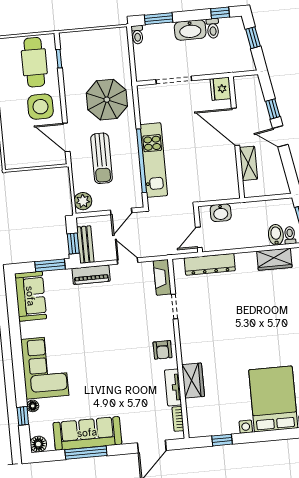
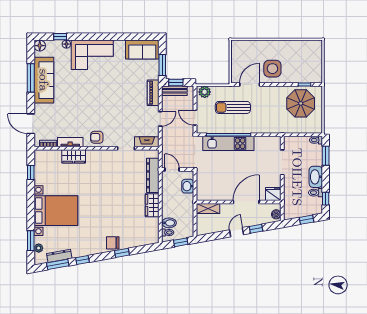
cafe table: (34, 62) -> (304, 67), removed
boiler: (249, 82) -> (276, 214), added
parasol: (107, 100) -> (301, 103), moved
shelving: (248, 163) -> (208, 209), moved
wardrobe: (274, 259) -> (152, 205), moved

